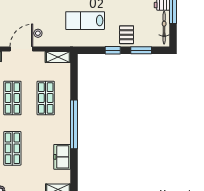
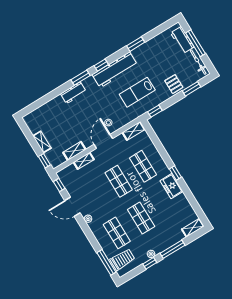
window: (113, 50) -> (155, 111), moved
window: (74, 124) -> (175, 173), width x0.32
freezer: (62, 157) -> (171, 186), moved

